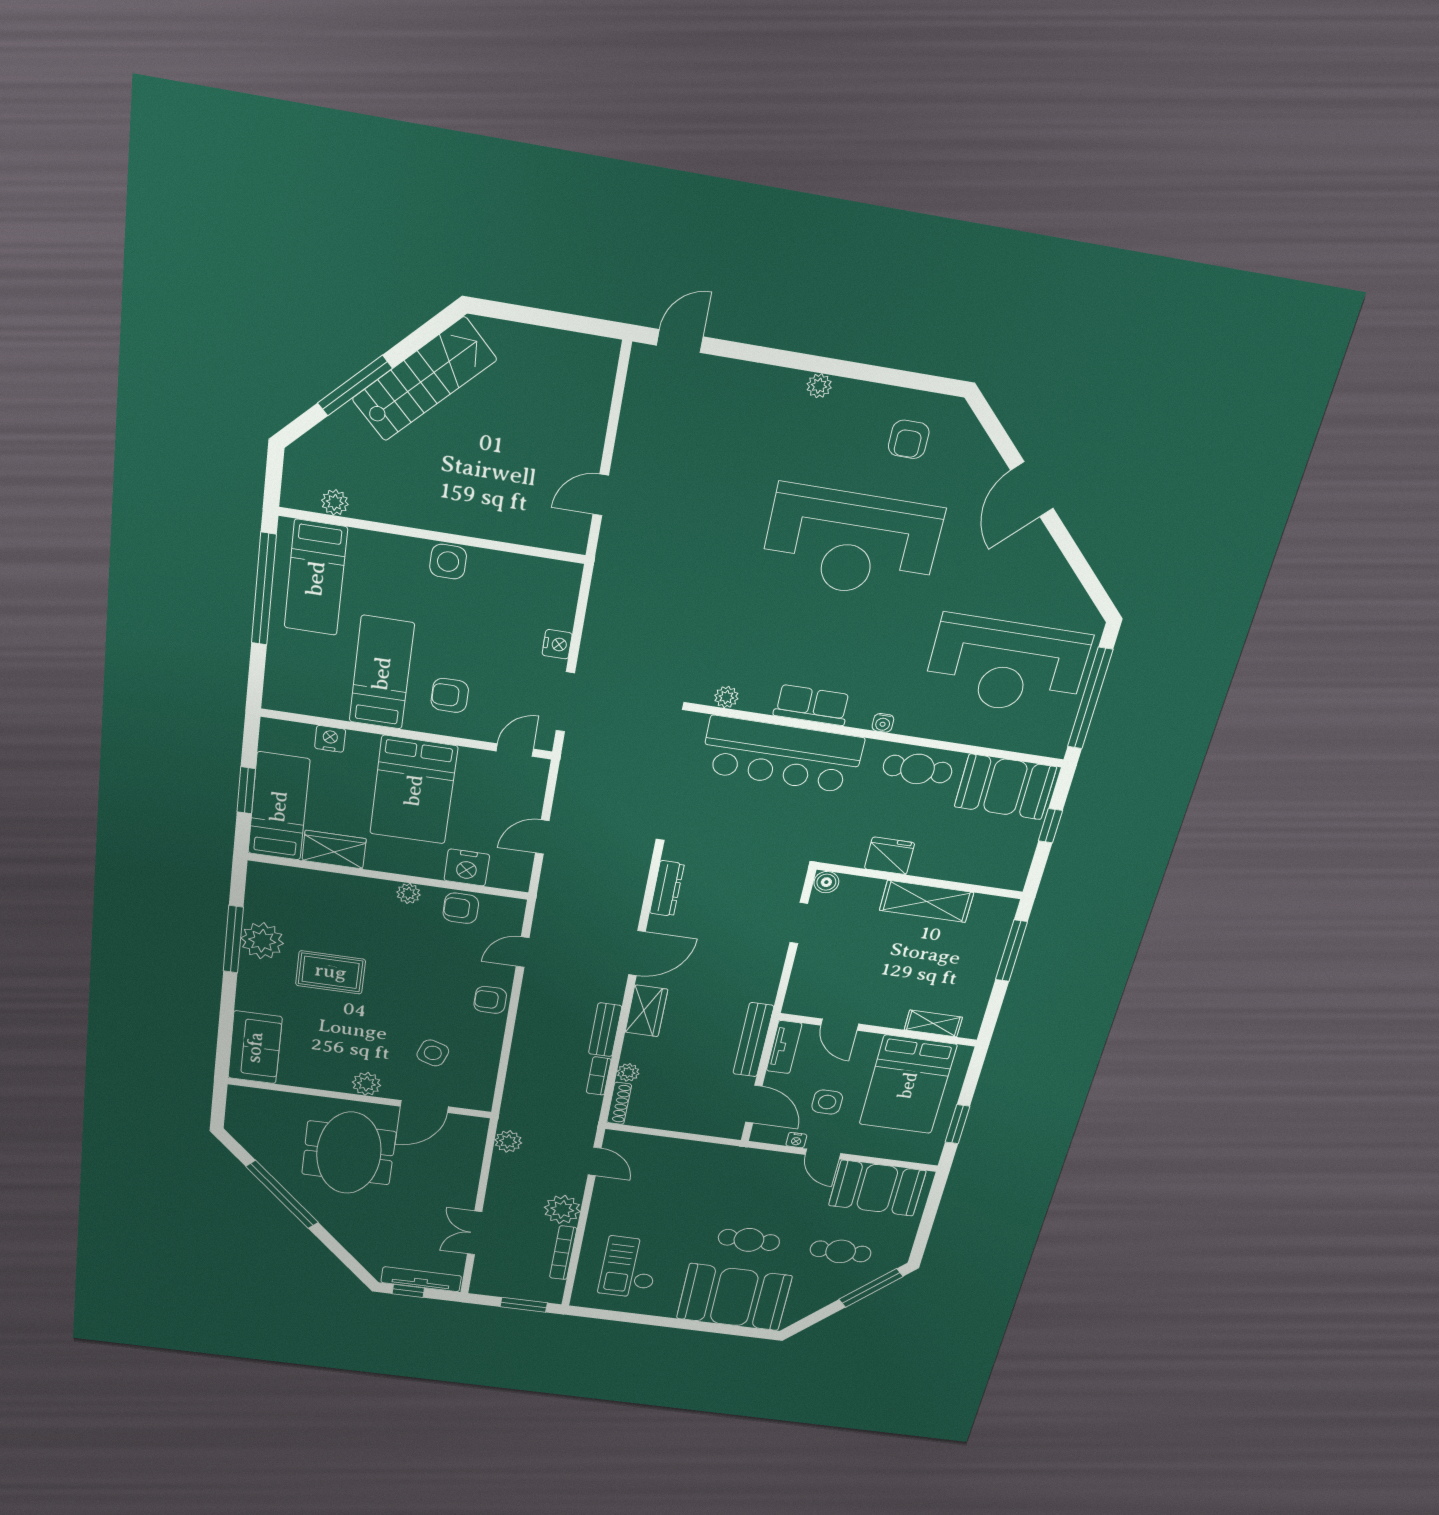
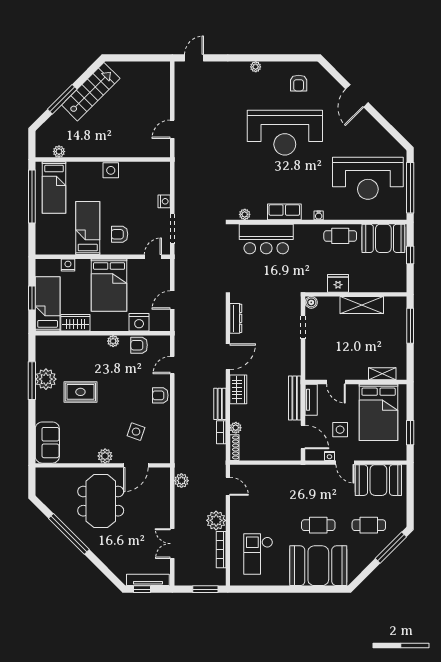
bar counter: (782, 755) -> (266, 239), width x0.73

